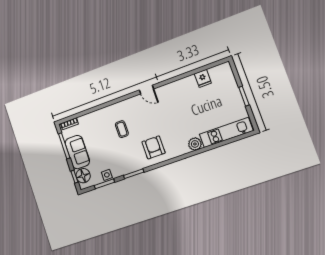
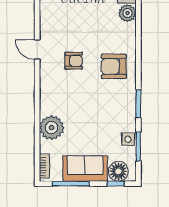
door: (146, 90) -> (37, 50), swing flipped
armchair: (148, 118) -> (74, 61), added
plant: (97, 119) -> (52, 128), added
coffee table: (122, 129) -> (76, 99), removed

